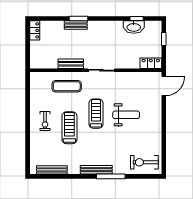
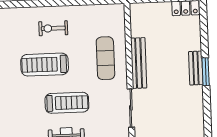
bench: (71, 64) -> (139, 63), width x1.36
treadmill: (69, 128) -> (45, 65), turned 180

